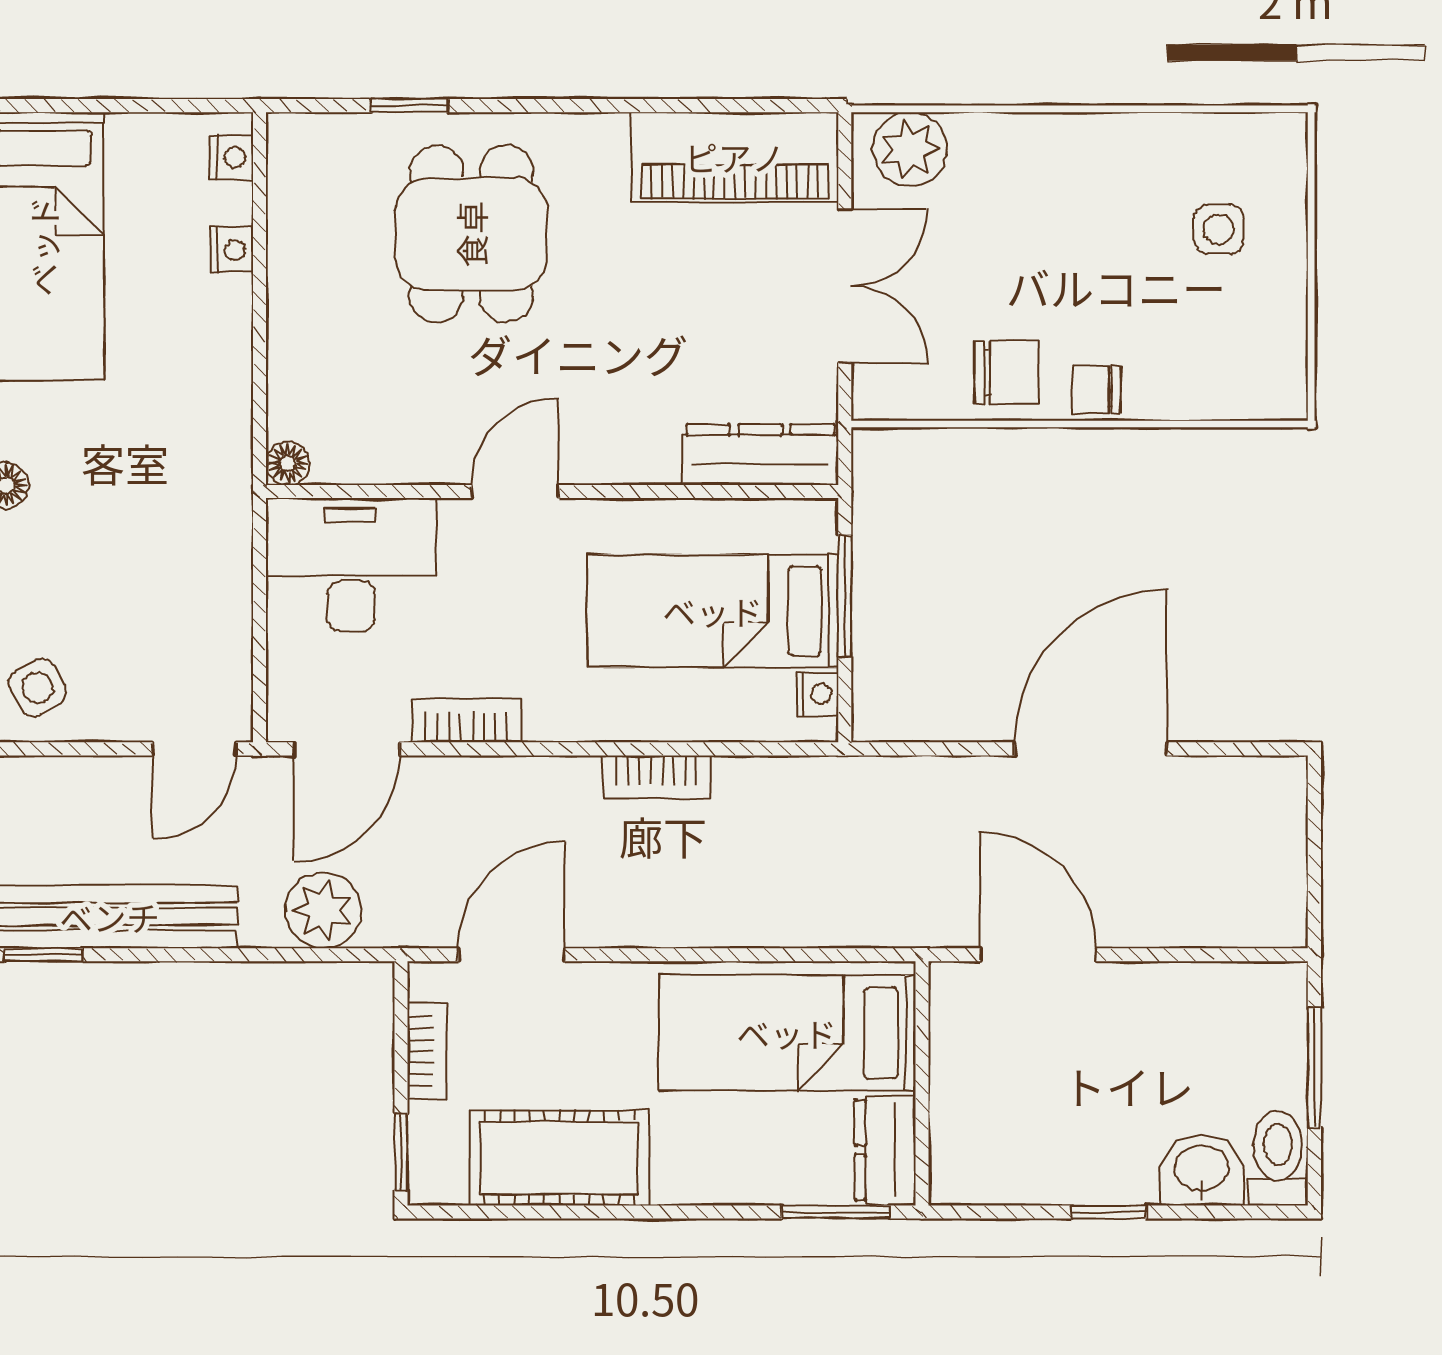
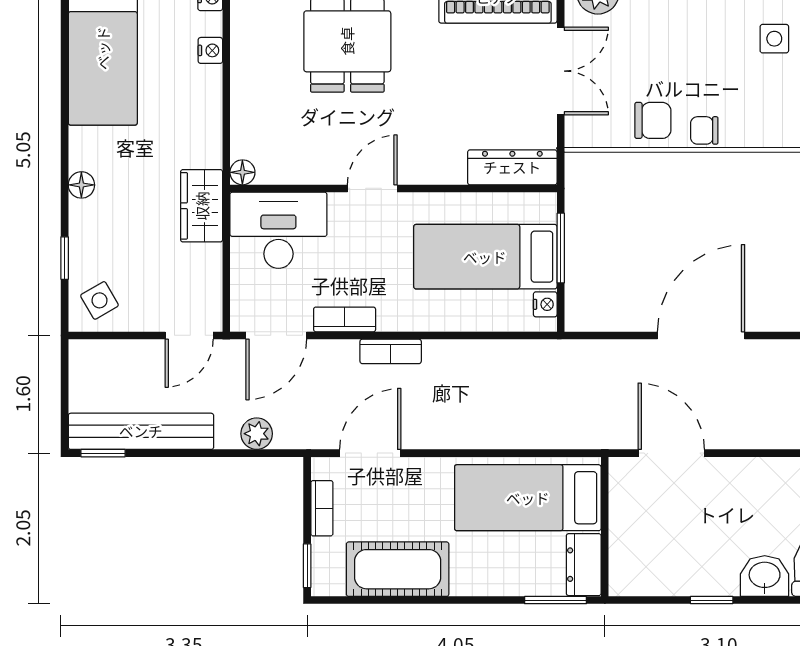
wardrobe: (216, 522) -> (202, 206), added
bookcase: (657, 777) -> (391, 351), moved
plant: (323, 910) -> (257, 434), width x0.73, depth x0.73

